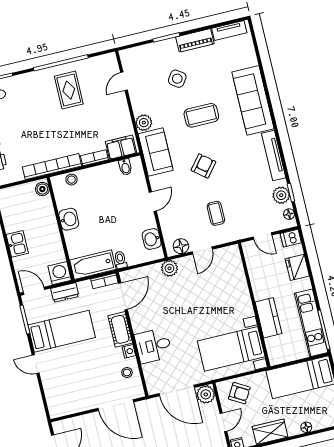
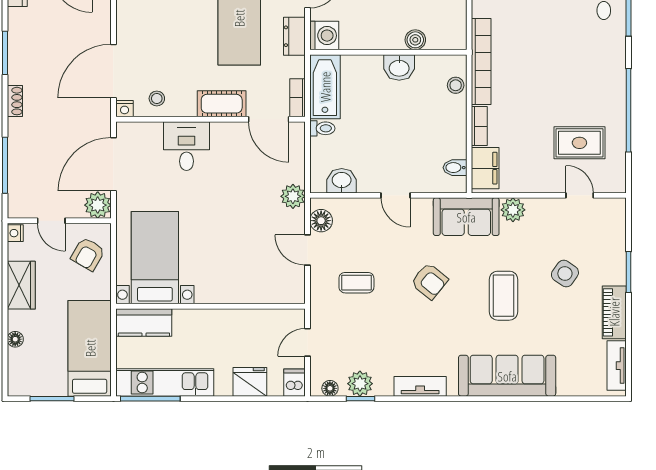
rug: (69, 90) -> (579, 143), moved
tv unit: (274, 156) -> (420, 386), width x0.71
boiler: (42, 189) -> (415, 40), moved
kitchen counter: (268, 318) -> (144, 322), moved
nightstand: (129, 351) -> (125, 109), moved

